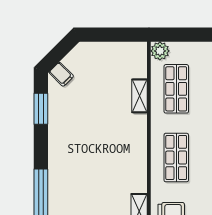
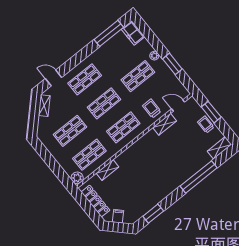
locker: (113, 50) -> (95, 201), added
filing cabinet: (61, 74) -> (118, 216), moved

